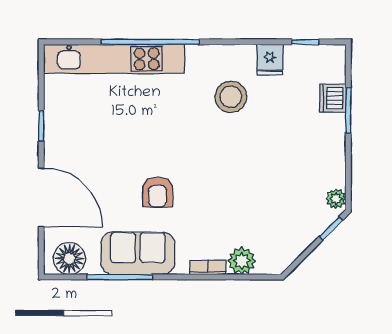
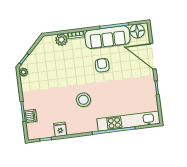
stool: (231, 97) -> (83, 100), moved
sofa: (138, 253) -> (107, 37), width x1.36

